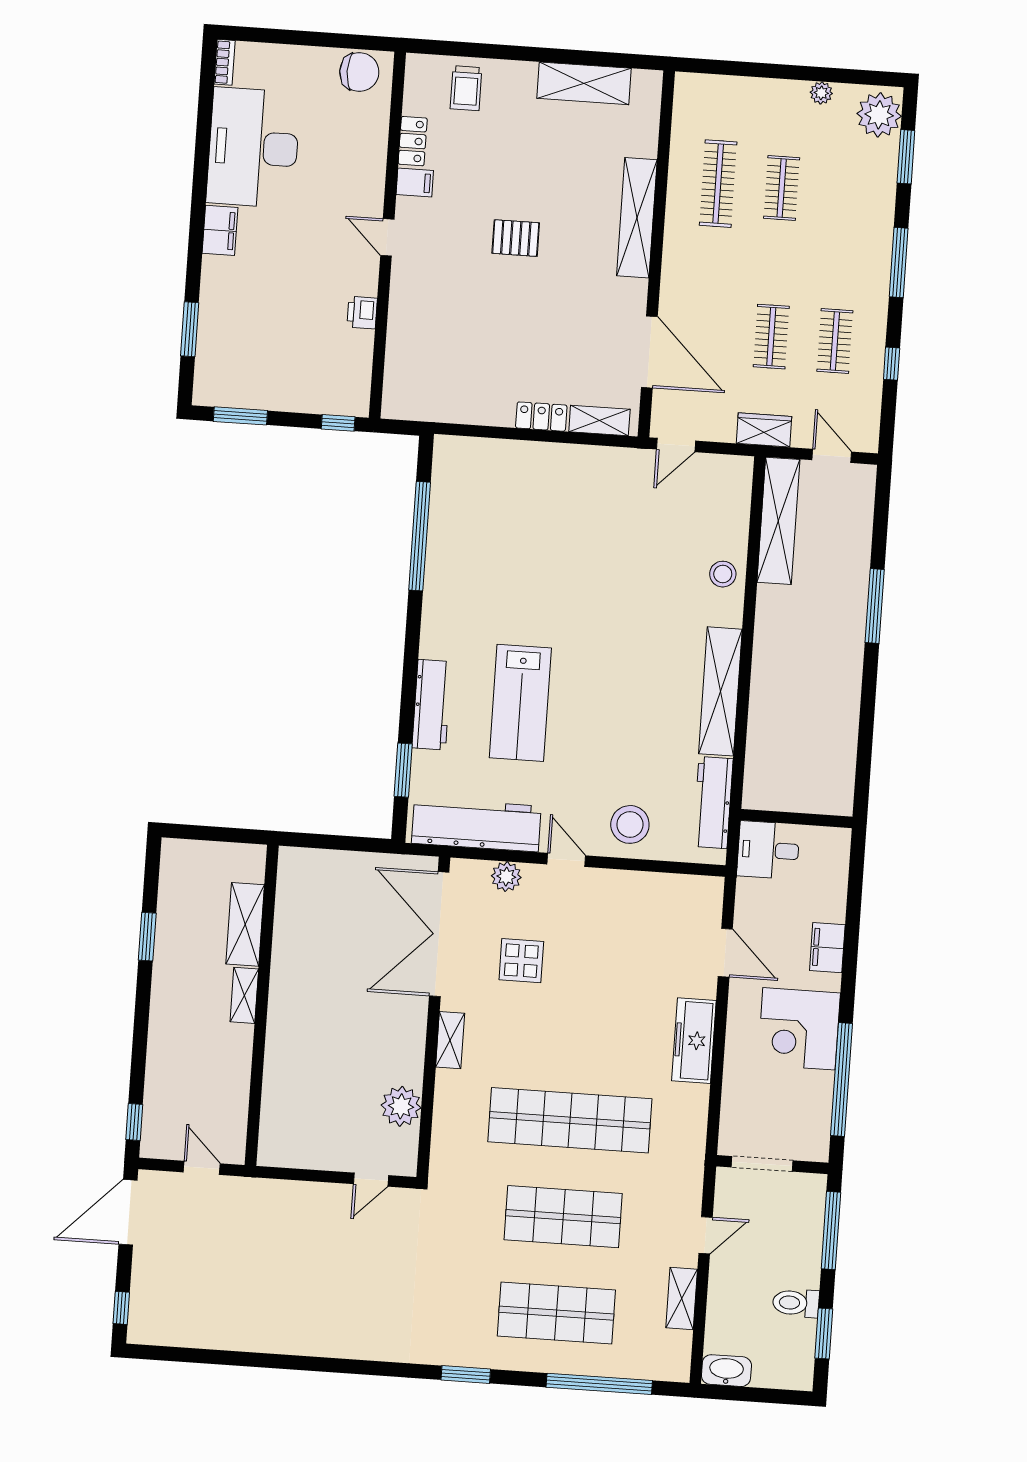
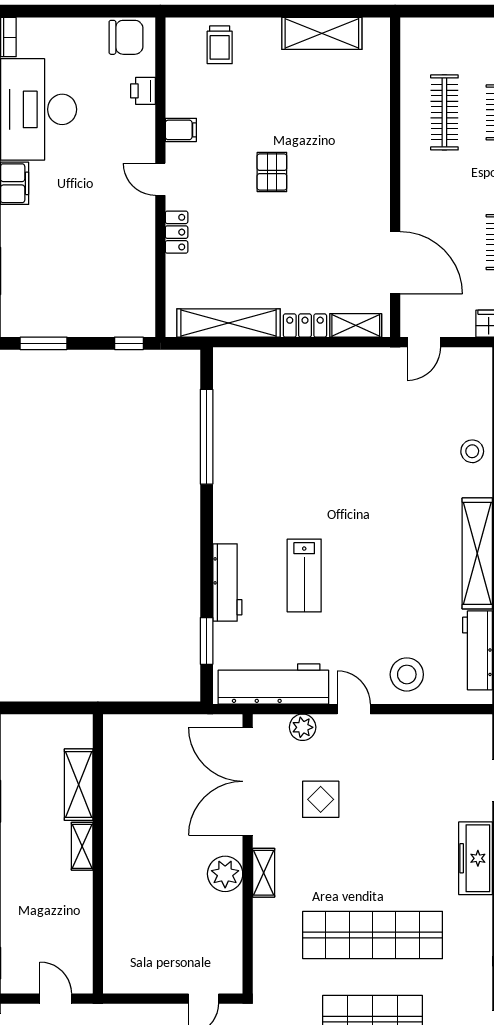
locker: (413, 141) -> (177, 232), moved
shelving: (637, 218) -> (228, 323), moved, turned 90
pallet: (516, 238) -> (272, 172), turned 90
printer: (362, 313) -> (143, 91), moved
lab bench: (520, 703) -> (304, 576), width x0.73, depth x0.72
plant: (401, 1106) -> (225, 874), moved

